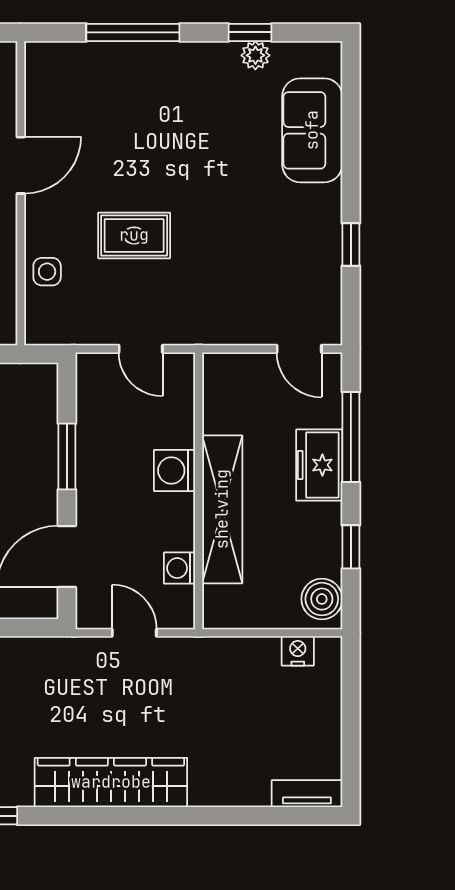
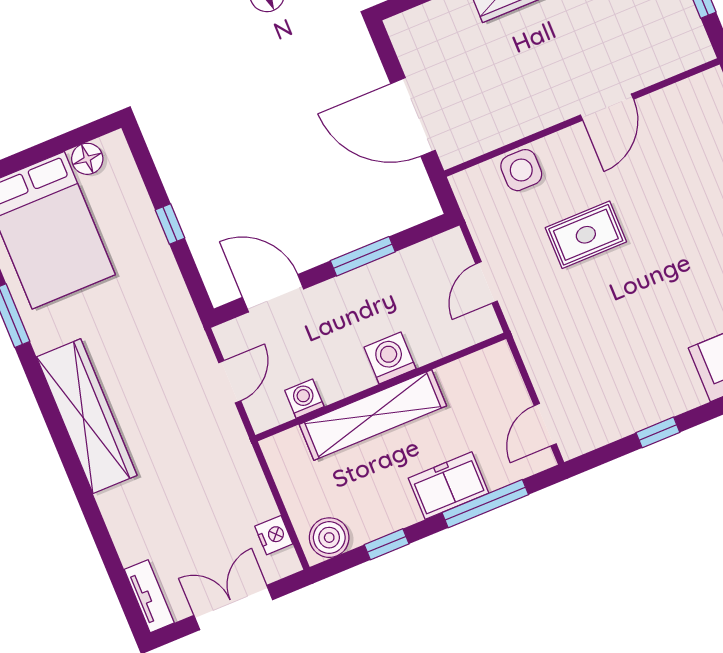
door: (21, 165) -> (607, 107), hinge flipped
rug: (134, 235) -> (586, 235), turned 90
side table: (47, 272) -> (521, 170), width x1.37, depth x1.37
double door: (351, 718) -> (233, 607), added

